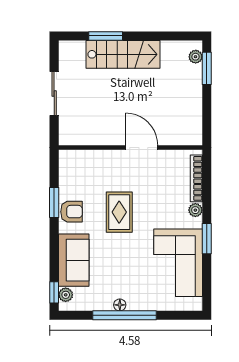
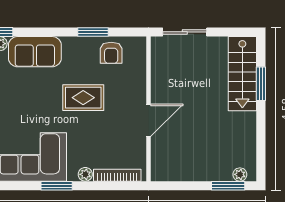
stairs: (123, 54) -> (242, 74), moved
sliding door: (54, 93) -> (185, 32), moved
armchair: (71, 212) -> (111, 53), moved

